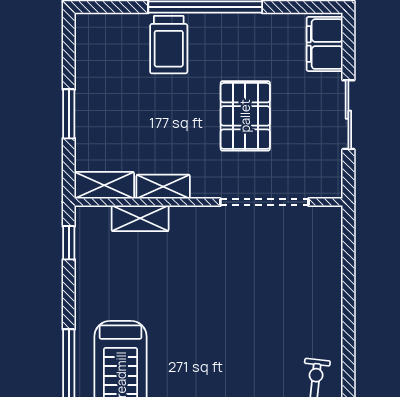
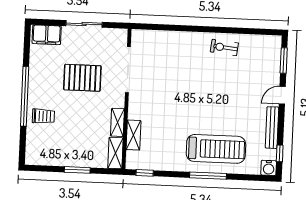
trolley: (169, 45) -> (43, 116), width x0.73, depth x0.72

